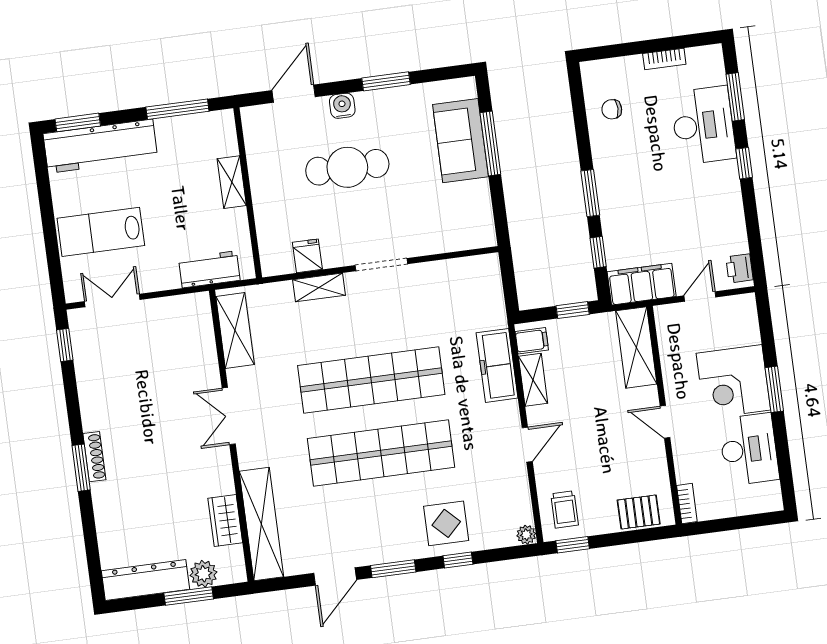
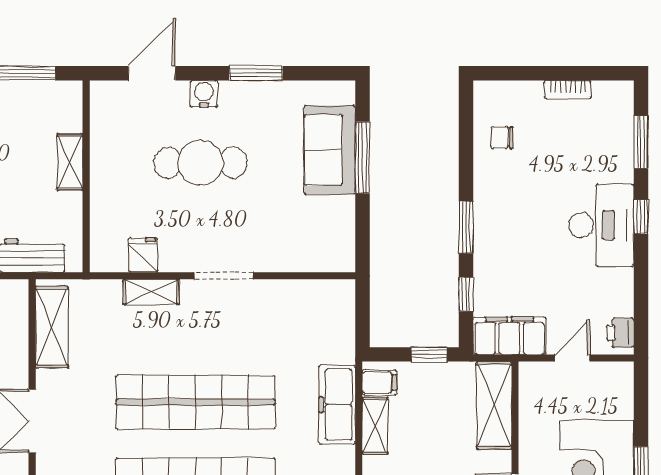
desk: (703, 125) -> (601, 225), moved

